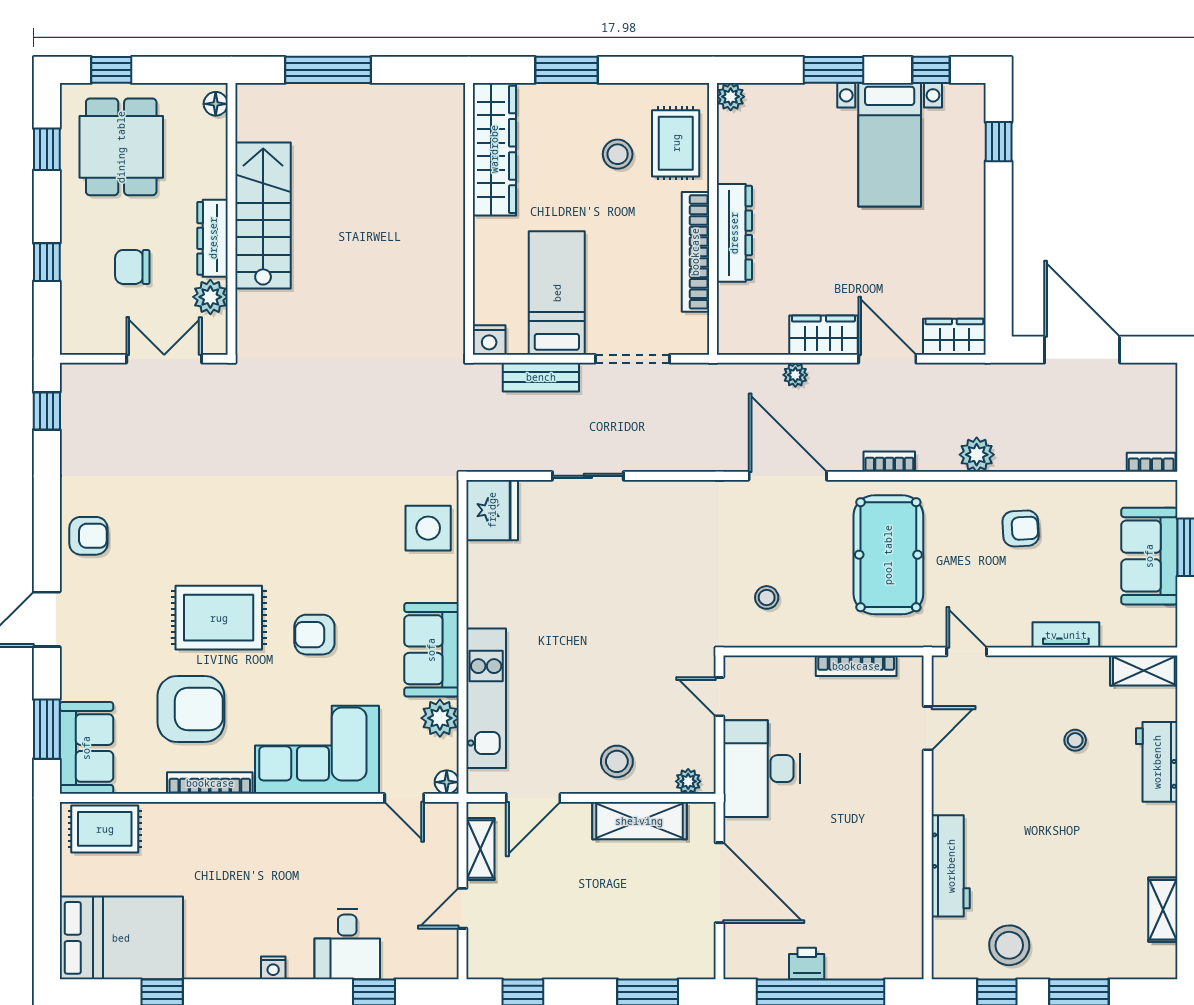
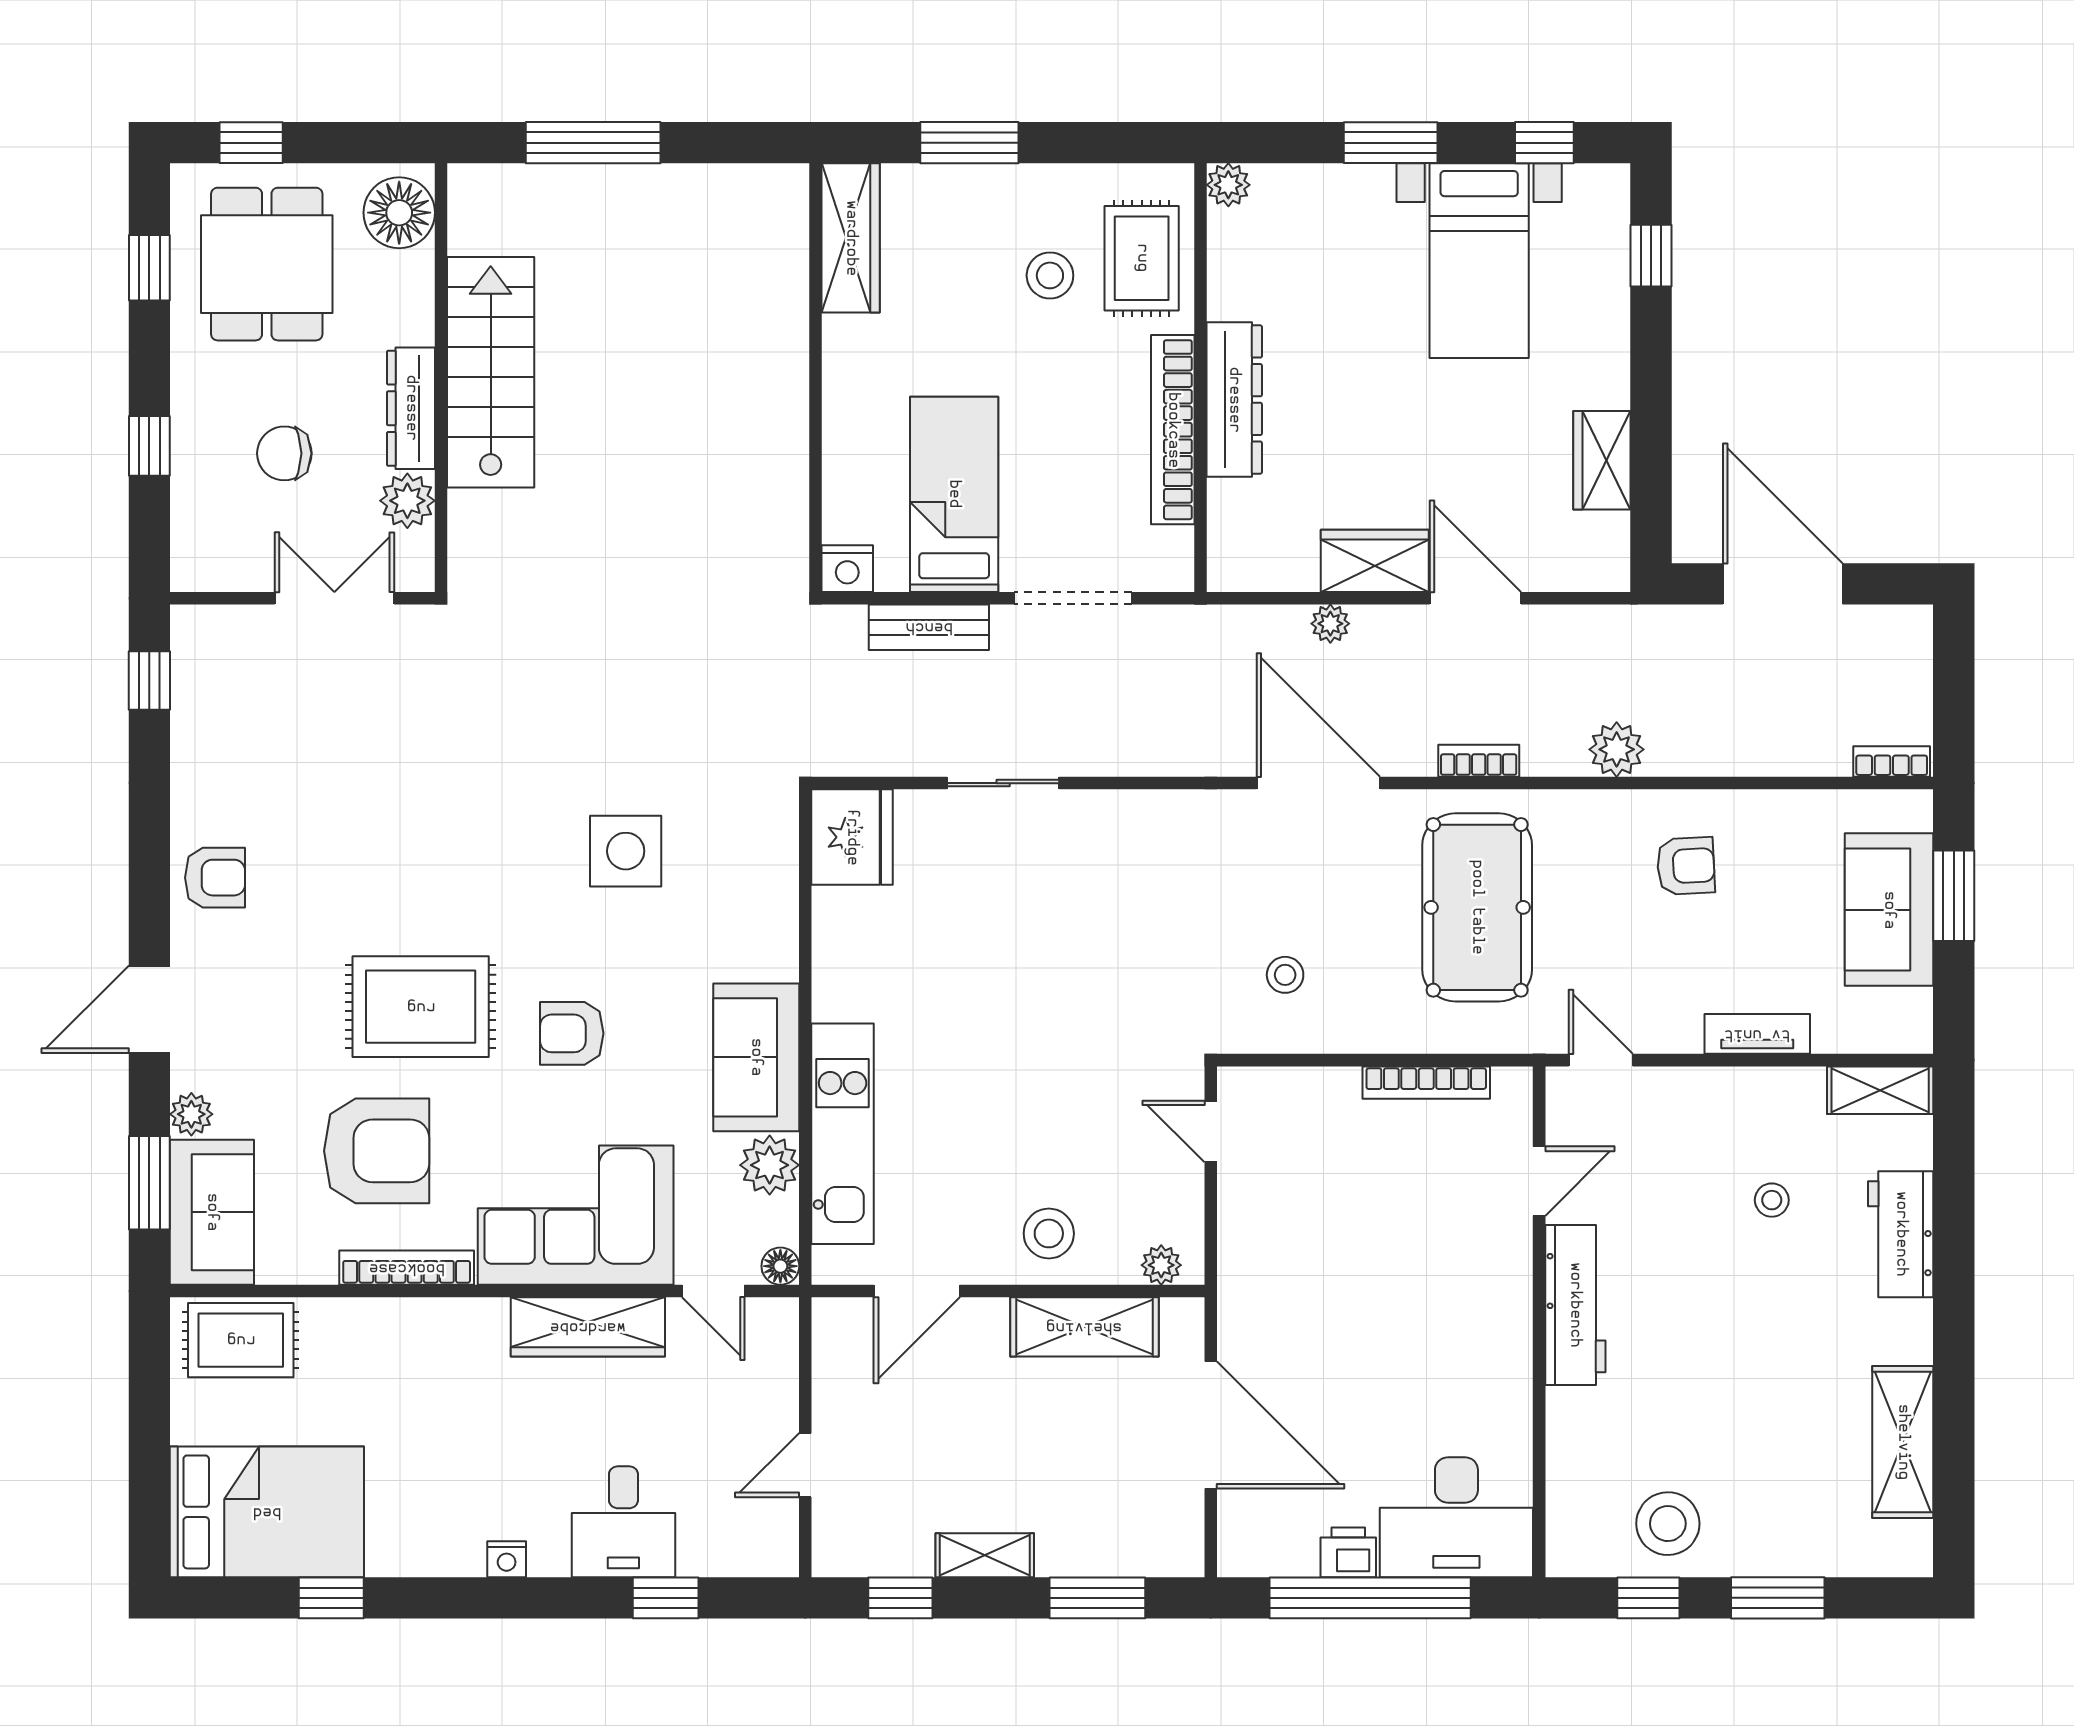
floor lamp: (216, 104) -> (399, 213), width x1.89, depth x1.89
wardrobe: (494, 149) -> (851, 238), width x0.71, depth x0.85
wardrobe: (954, 337) -> (1602, 460), moved, turned -90
side table: (428, 528) -> (626, 851), moved
plant: (73, 686) -> (191, 1114), added
desk: (761, 769) -> (1456, 1517), moved, turned -90
wardrobe: (325, 821) -> (588, 1327), added
shelving: (480, 849) -> (985, 1555), moved, turned 90
workbench: (951, 866) -> (1575, 1305), moved
shelving: (1163, 910) -> (1903, 1442), width x1.50, depth x1.33

